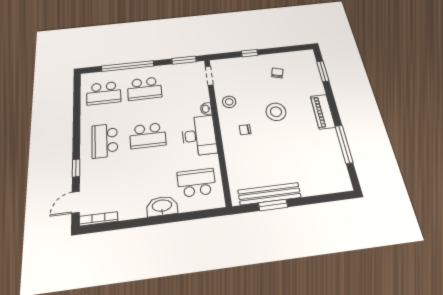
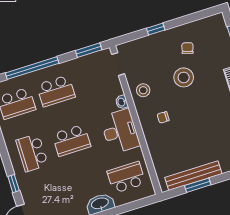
stool: (276, 112) -> (184, 77), moved

